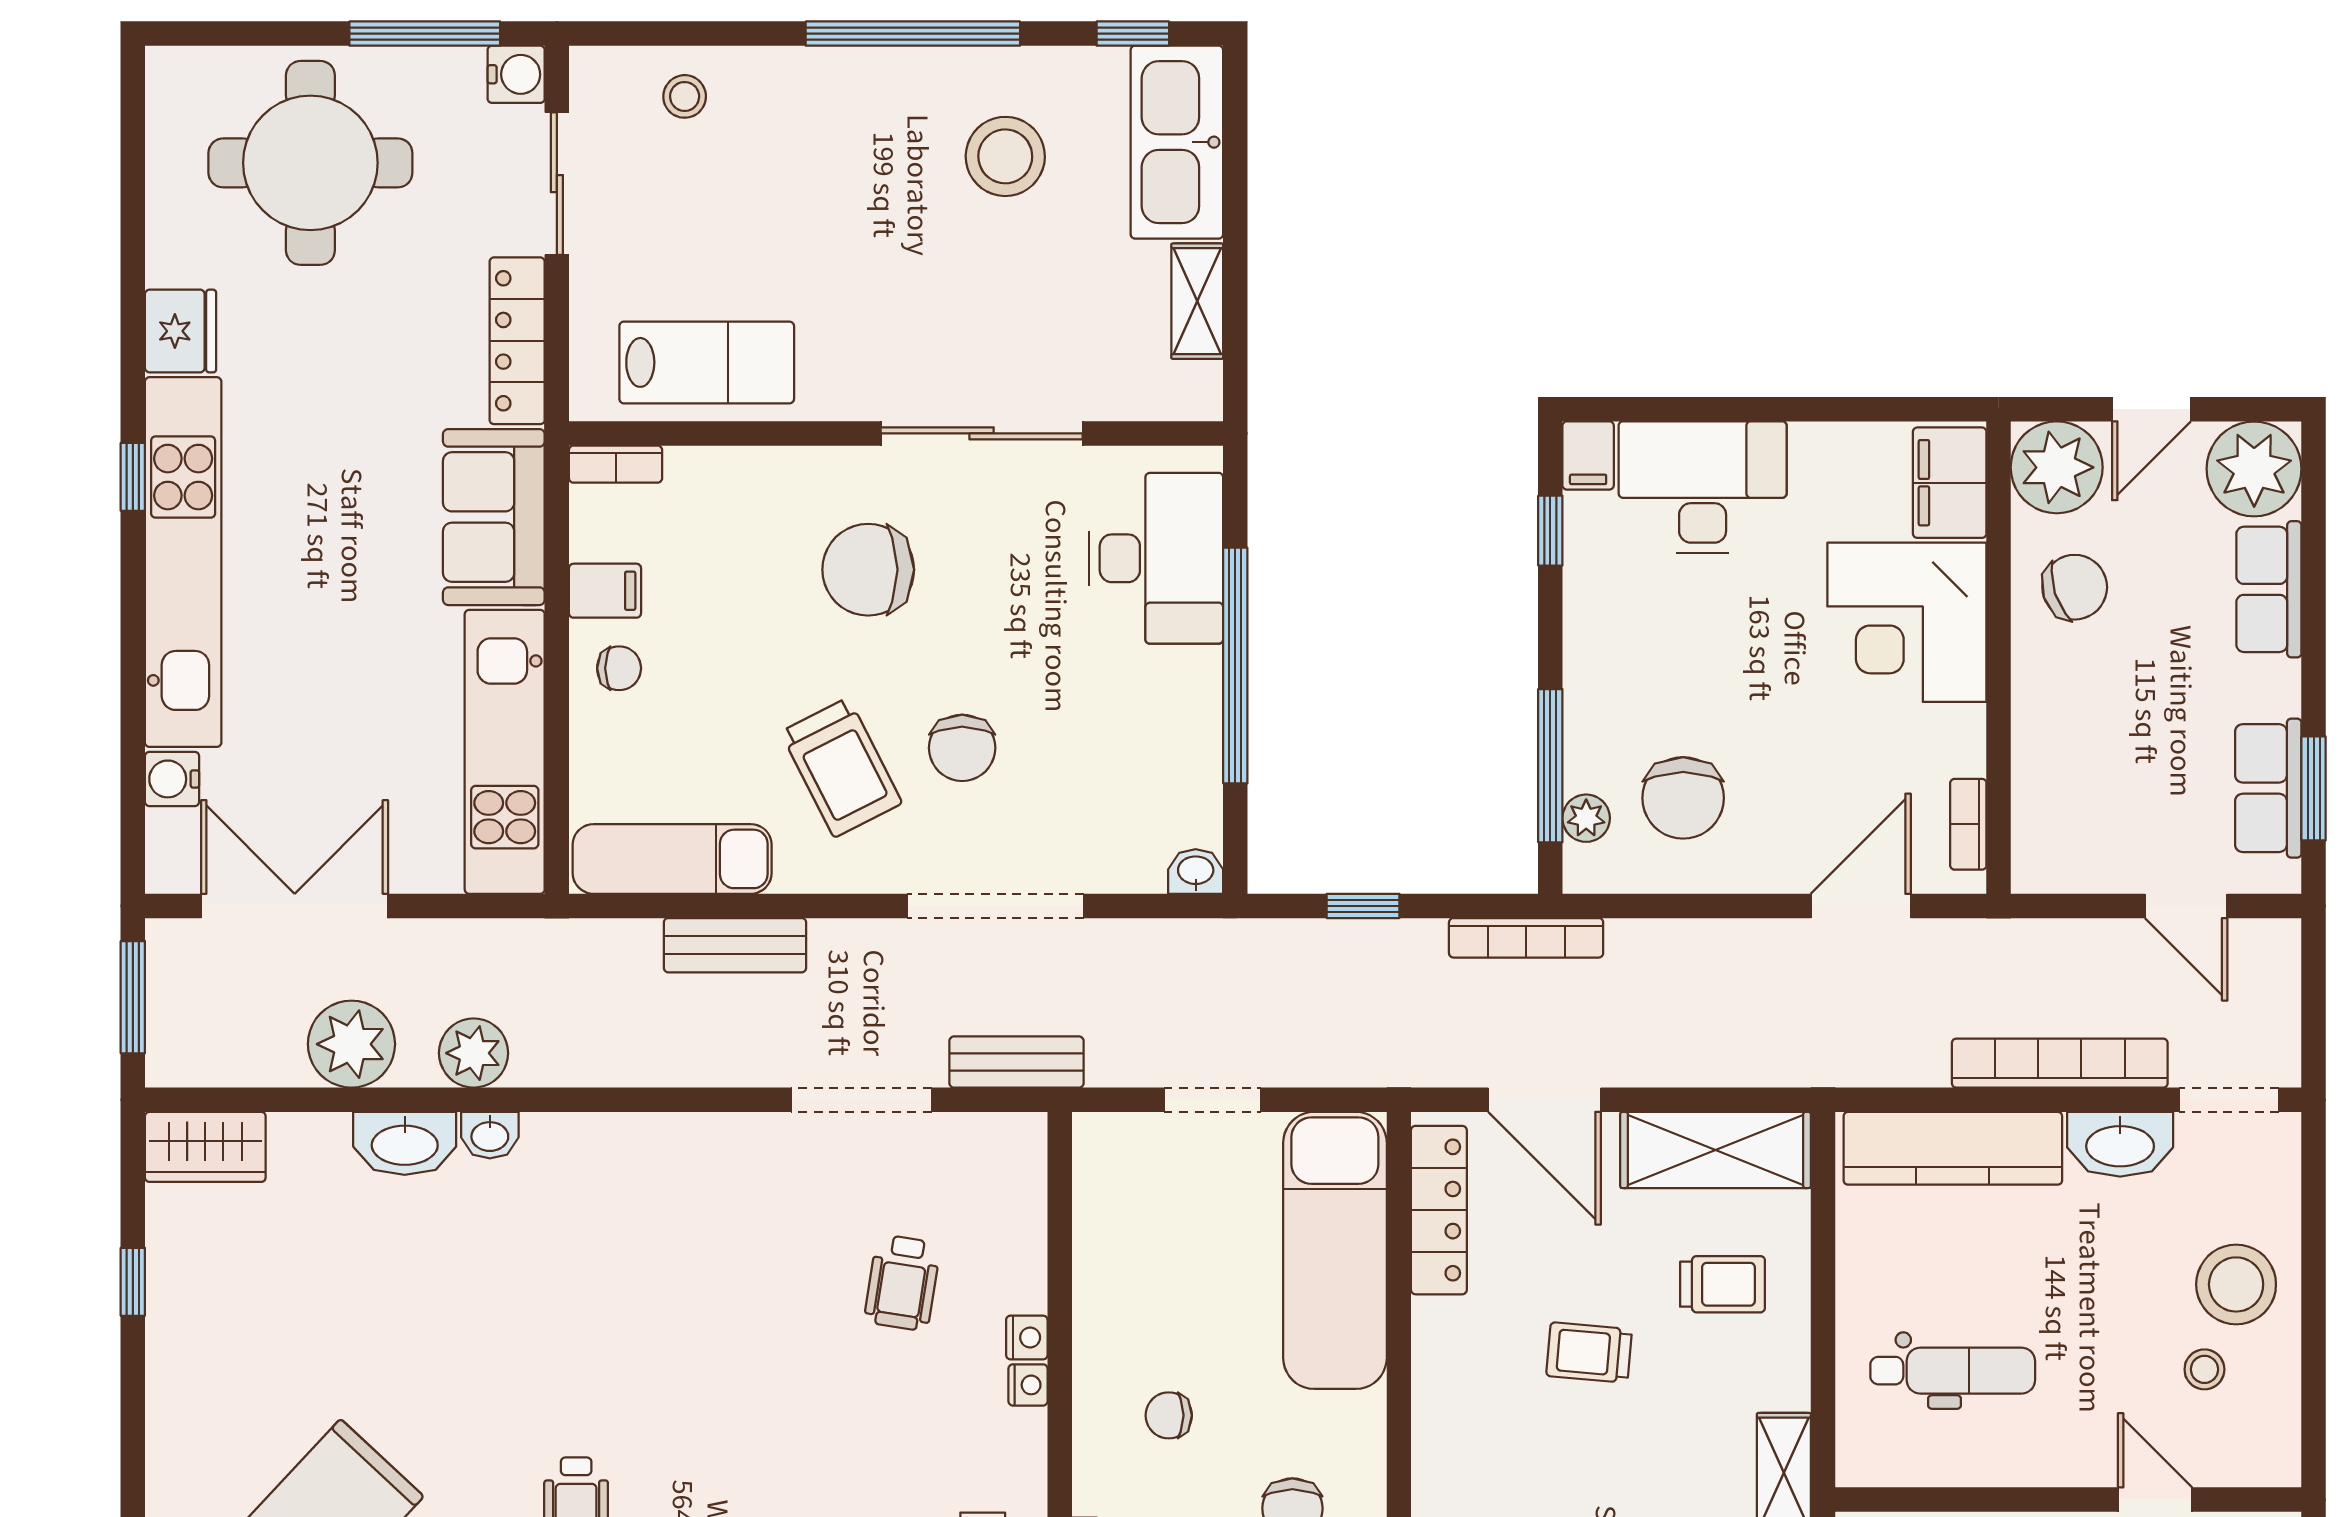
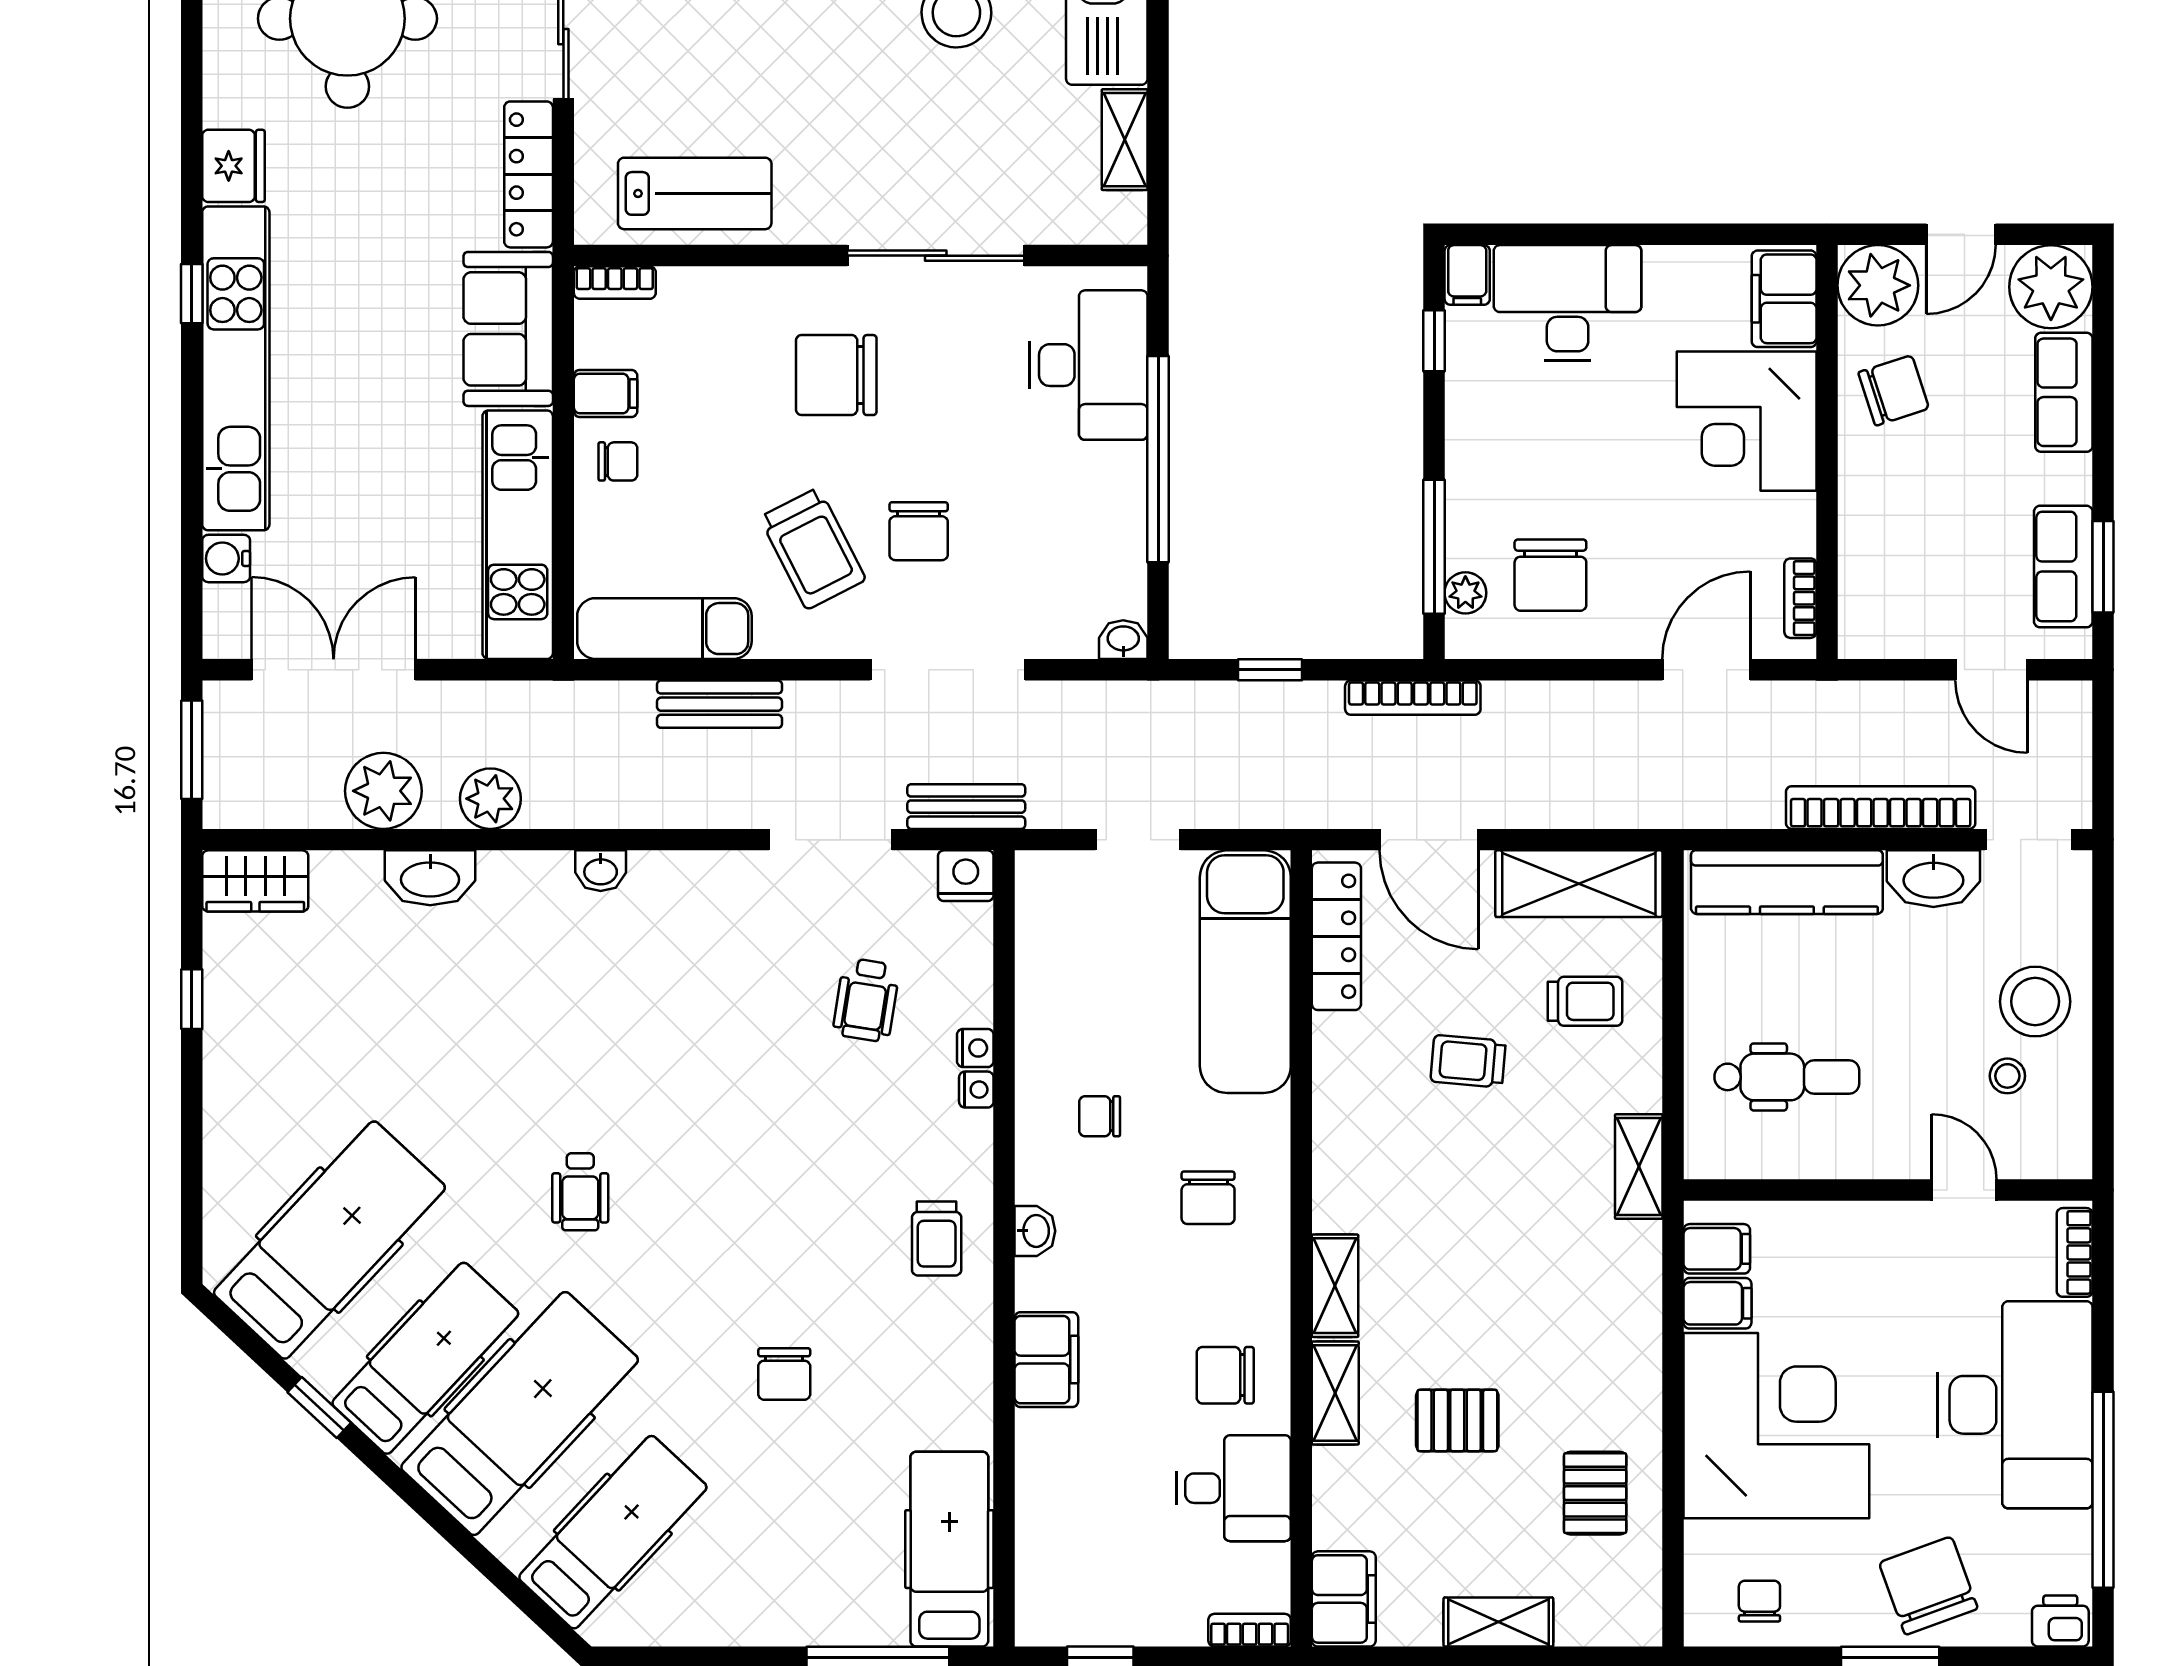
washbasin: (490, 1135) -> (601, 871), moved
nightstand: (1016, 1141) -> (966, 876), added

